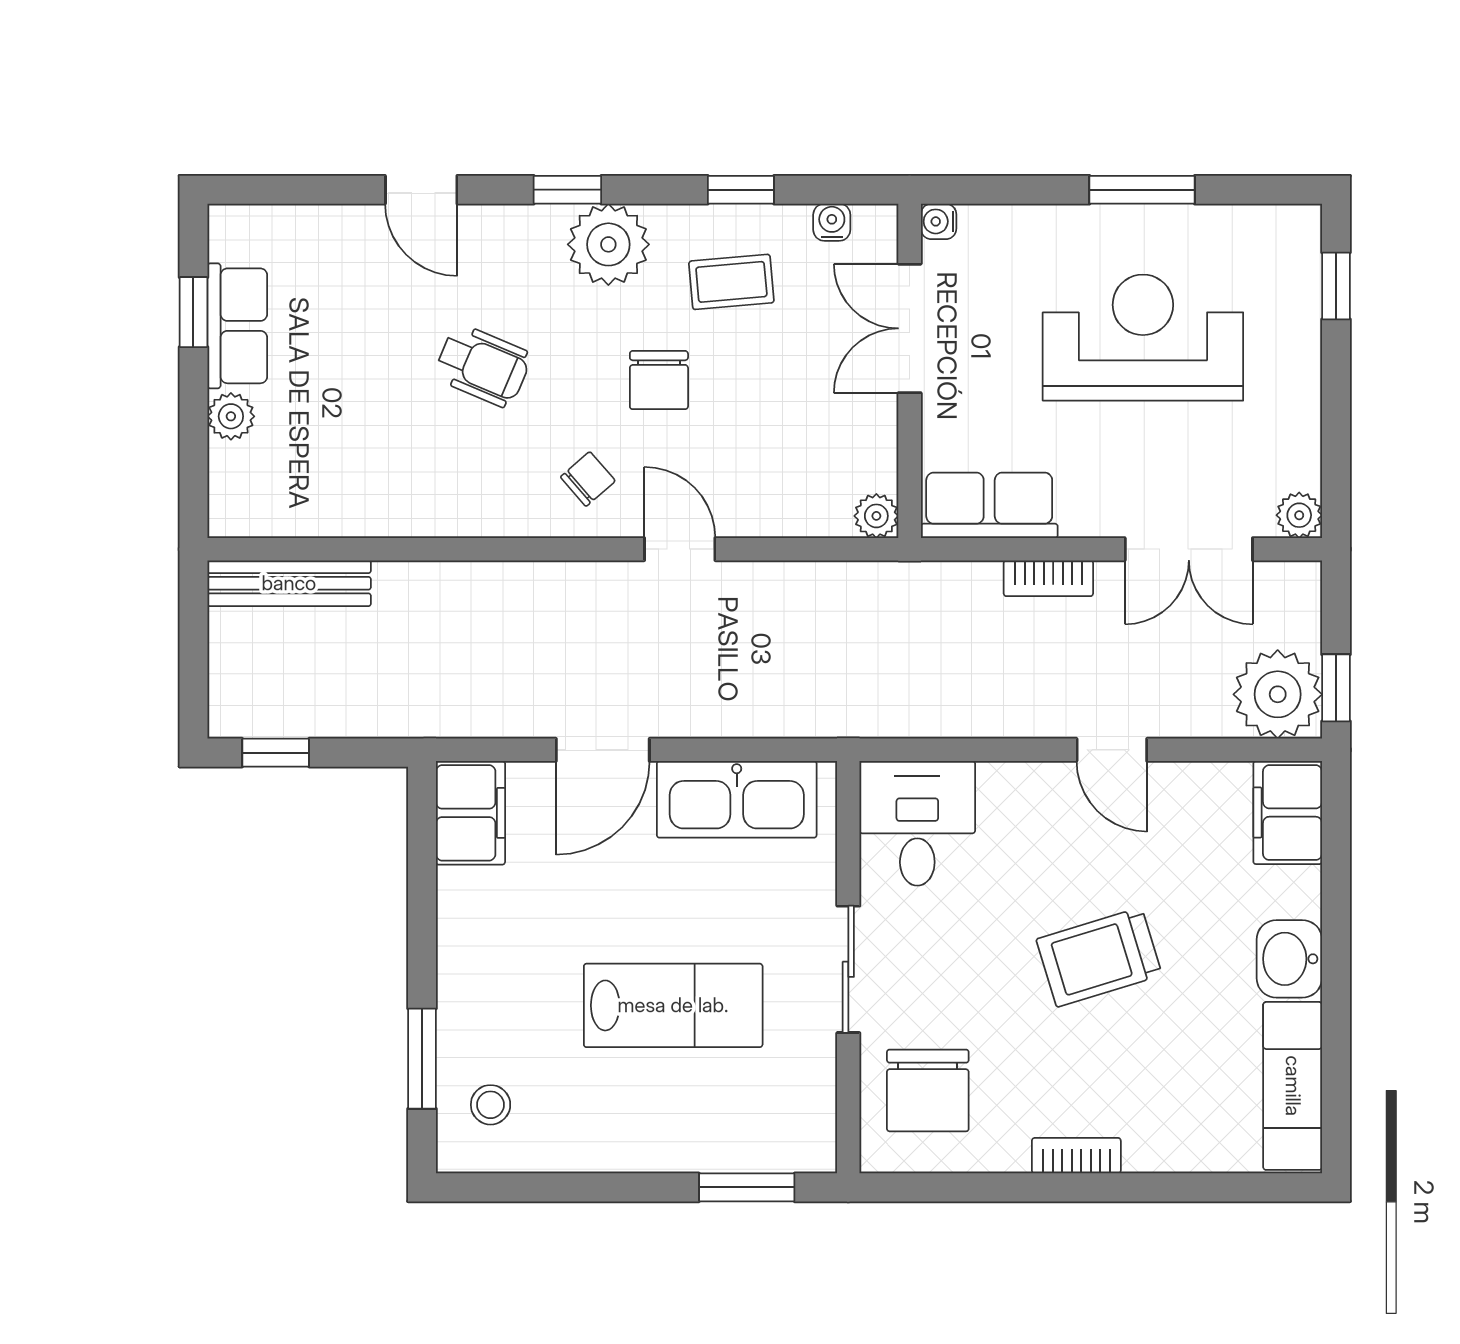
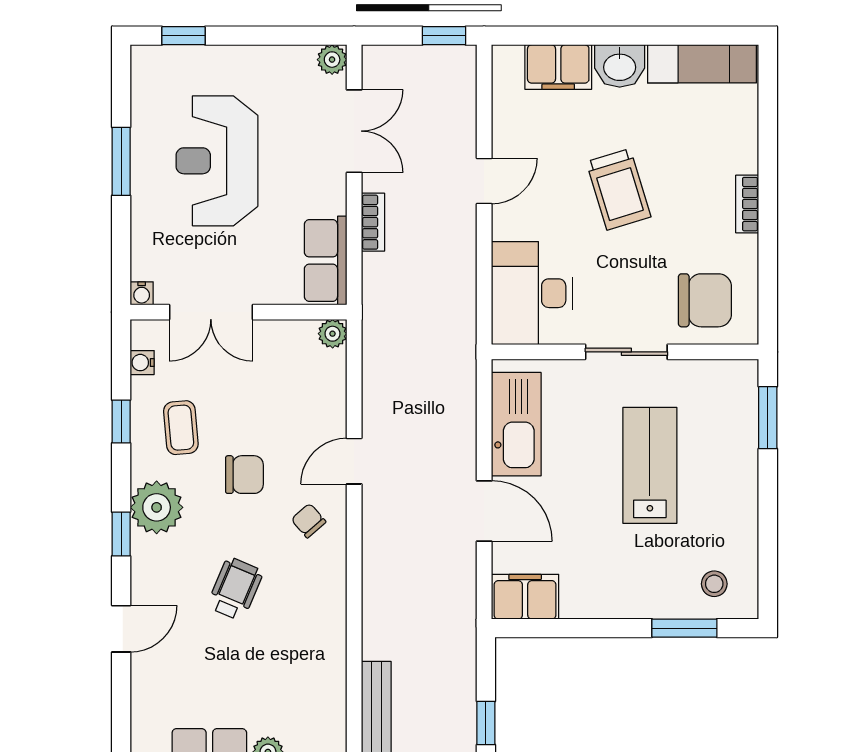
plant: (1278, 694) -> (448, 74), removed
filing cabinet: (1288, 813) -> (558, 67), moved
desk: (917, 823) -> (532, 293), width x1.37

